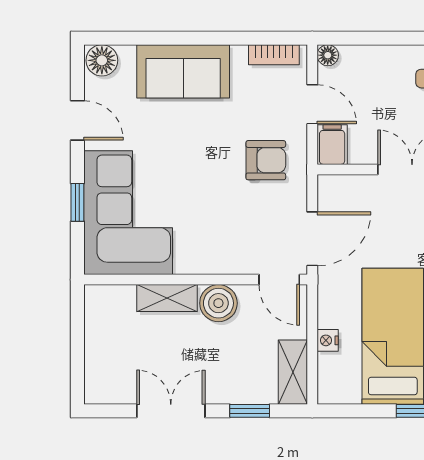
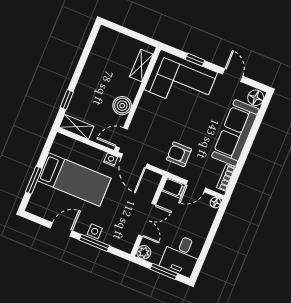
sofa: (183, 71) -> (235, 133), width x1.36
door: (77, 120) -> (233, 75), swing flipped
armchair: (266, 160) -> (179, 154), turned 90
shelving: (167, 298) -> (141, 65), moved
nightstand: (328, 340) -> (111, 160), moved
double door: (171, 411) -> (82, 63), removed

